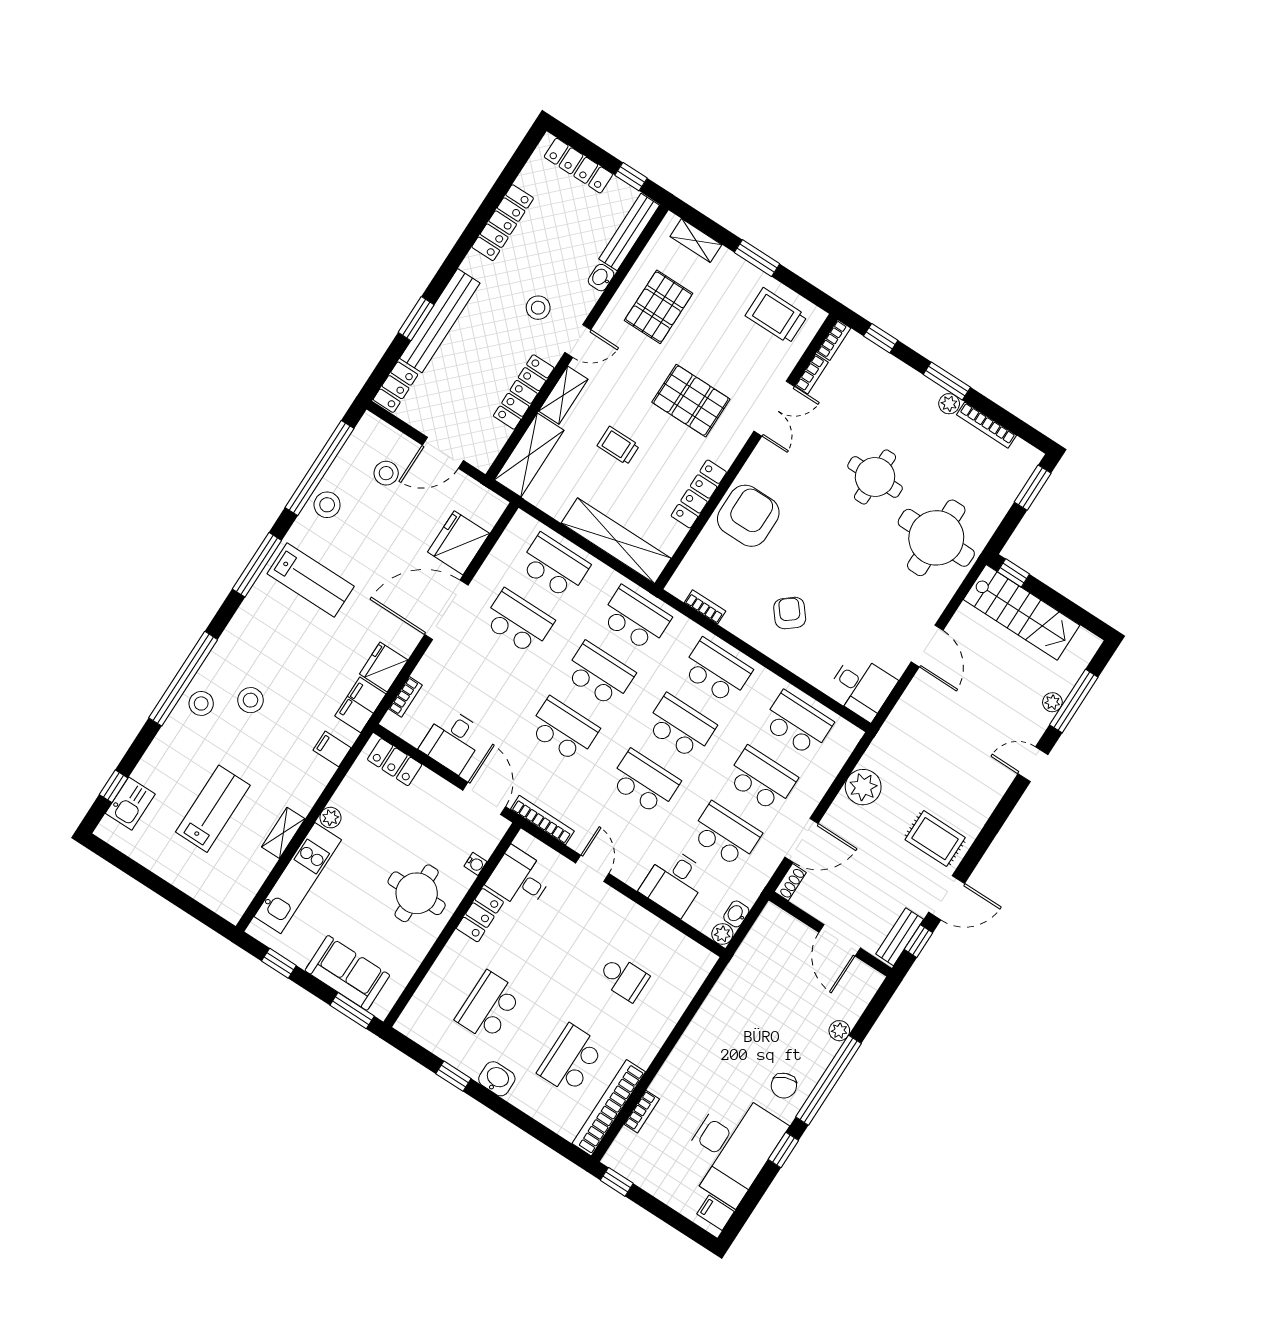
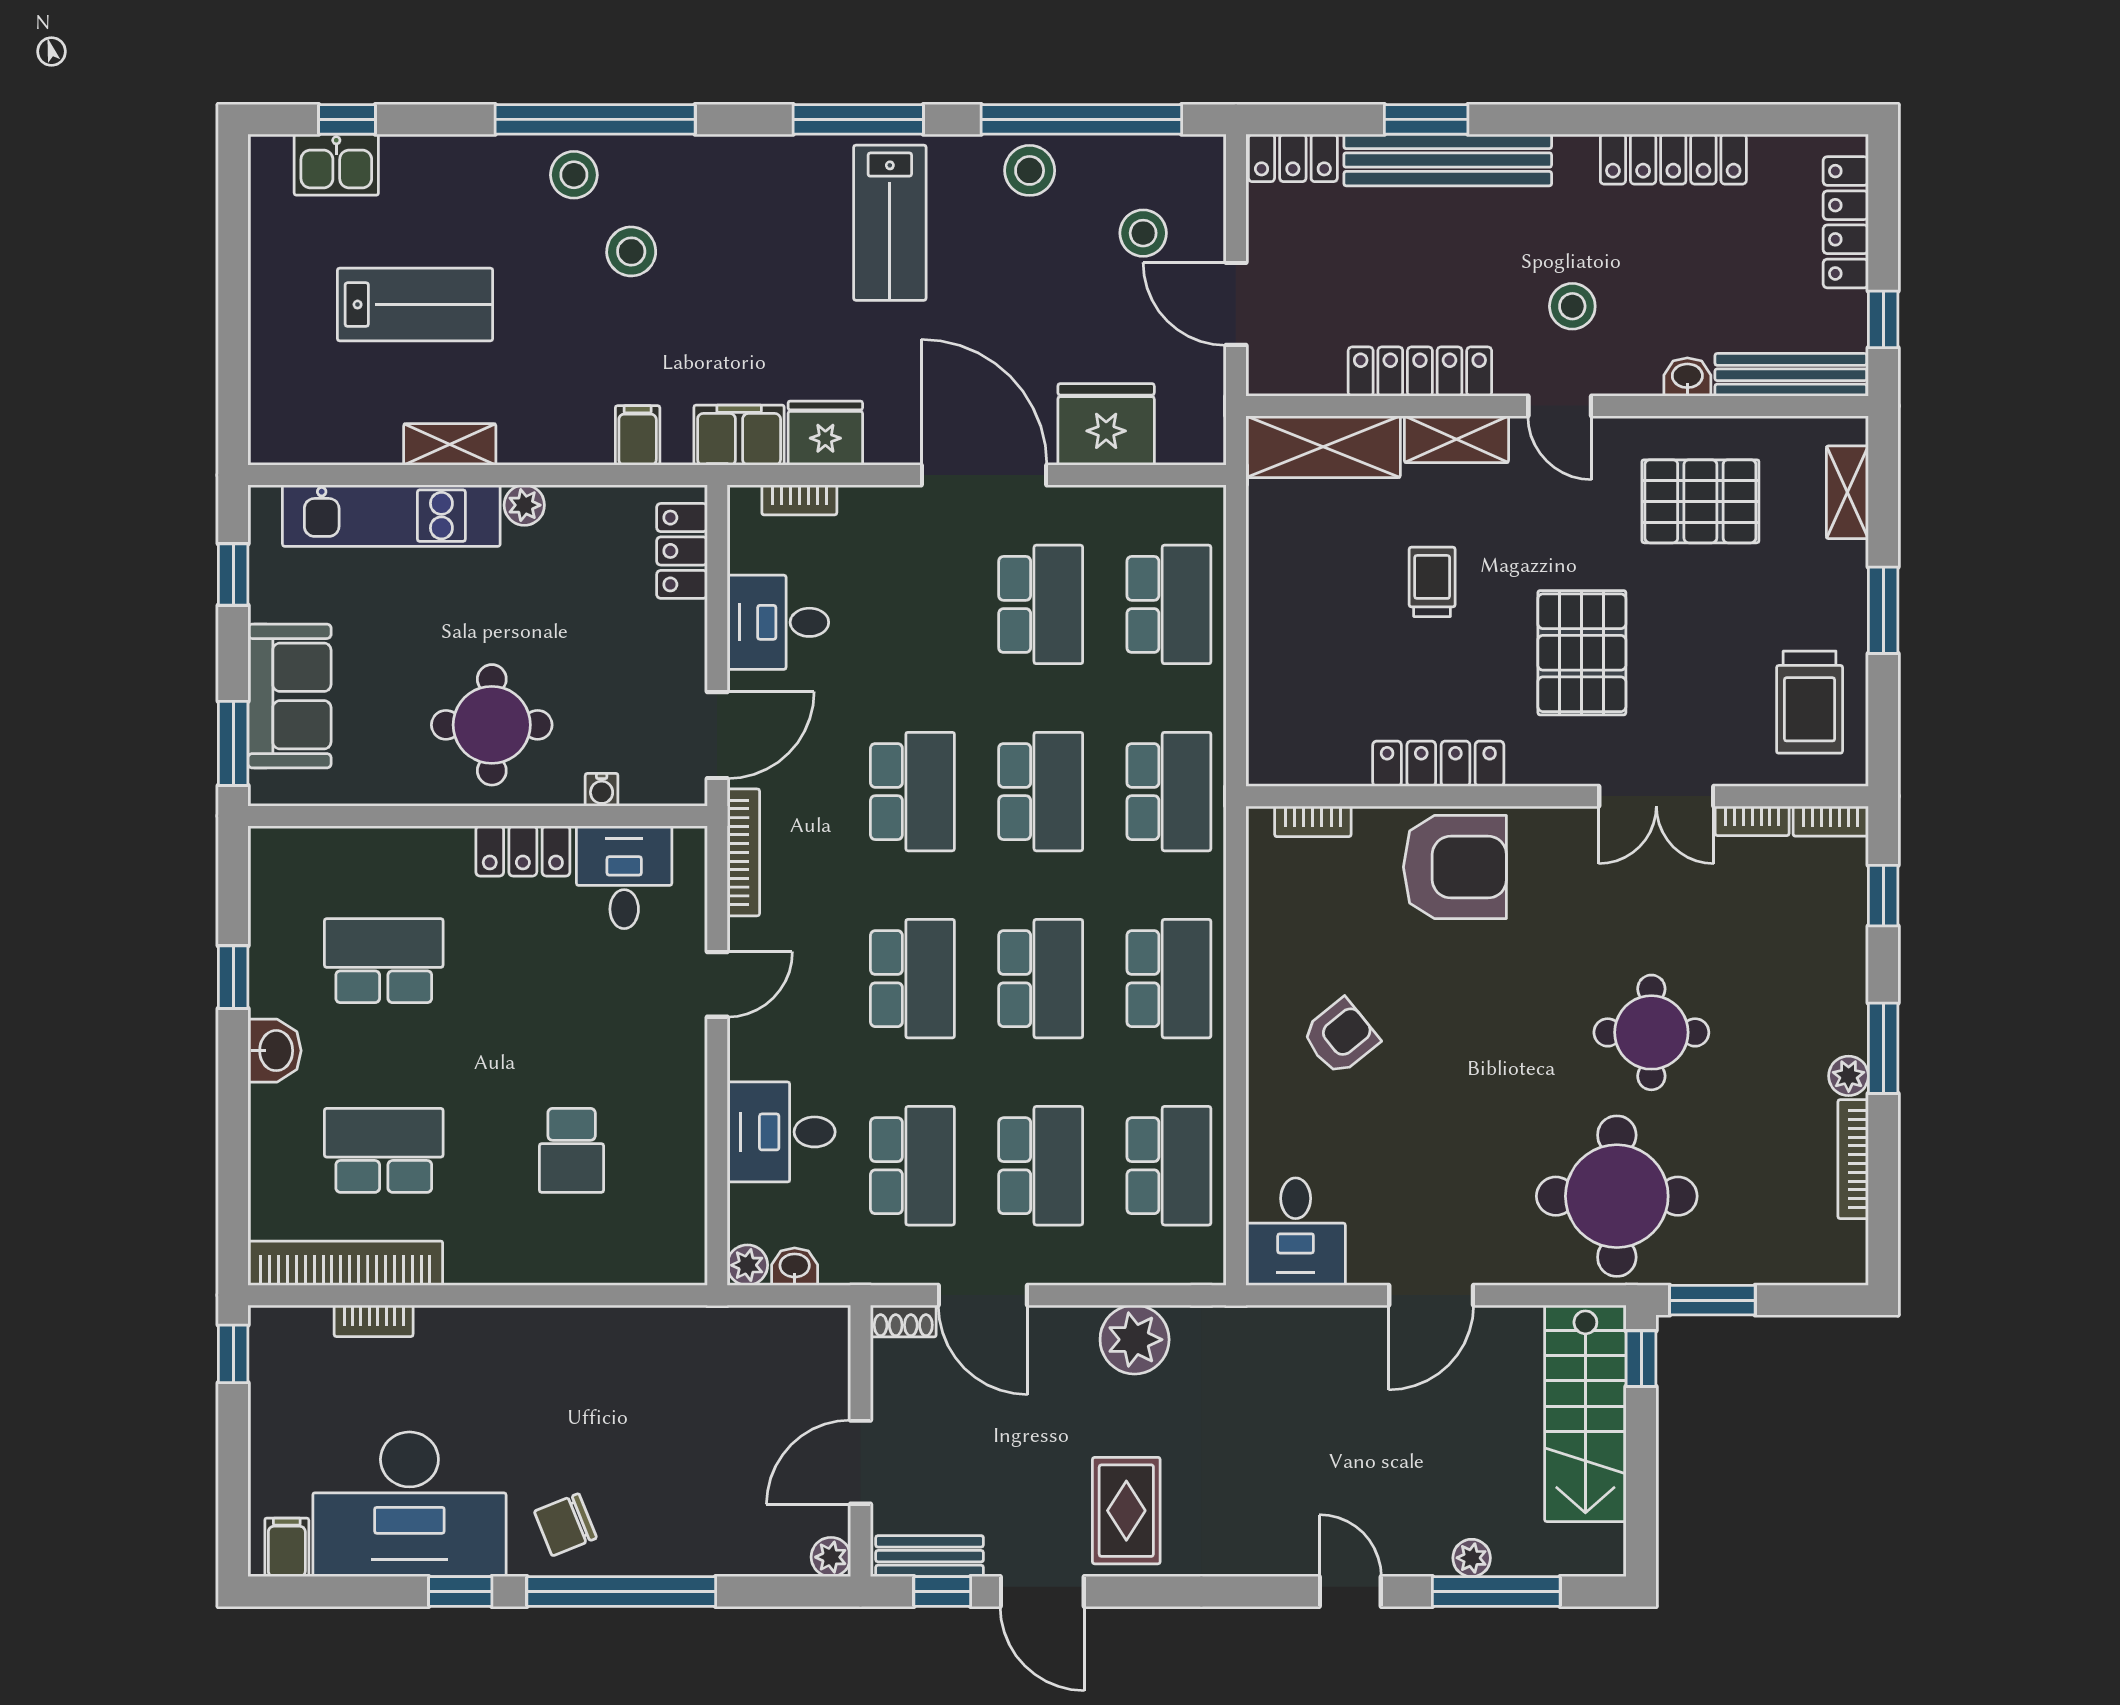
trolley: (776, 316) -> (1810, 702), turned 180
window: (1033, 488) -> (1712, 1300), moved
shelving: (616, 541) -> (1275, 678), removed
bookcase: (705, 607) -> (1313, 821), moved, turned 90
plant: (839, 1031) -> (831, 1557), moved

